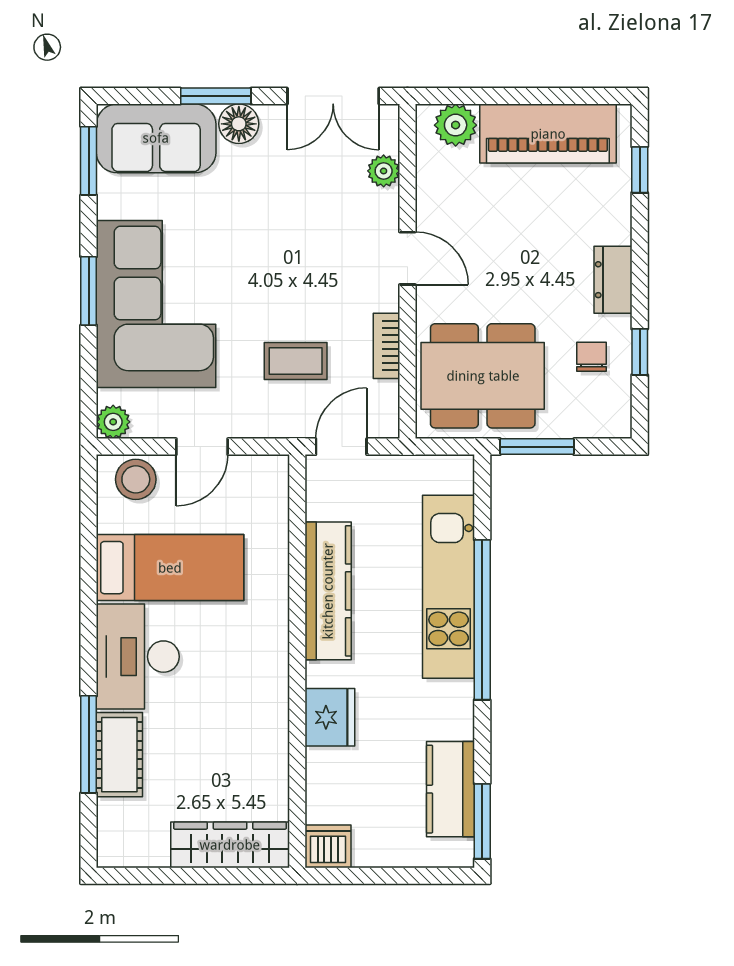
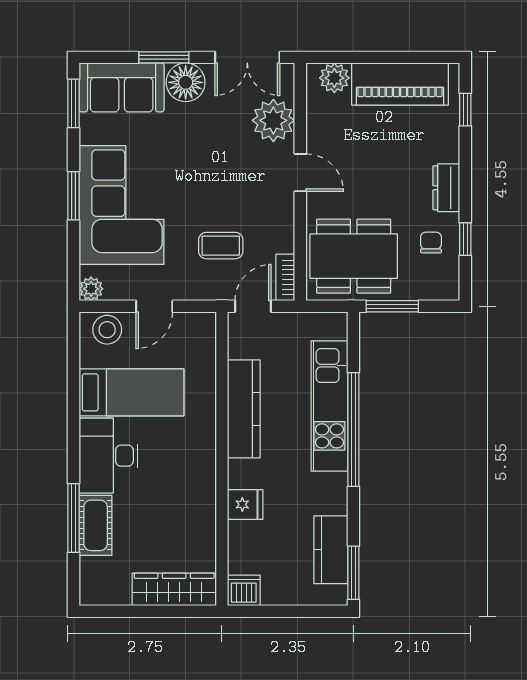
floor lamp: (239, 124) -> (186, 82), width x1.38, depth x1.38
plant: (384, 171) -> (273, 120), width x1.87, depth x1.87
bookcase: (386, 346) -> (285, 277), moved
fridge: (330, 717) -> (245, 504), width x0.72

